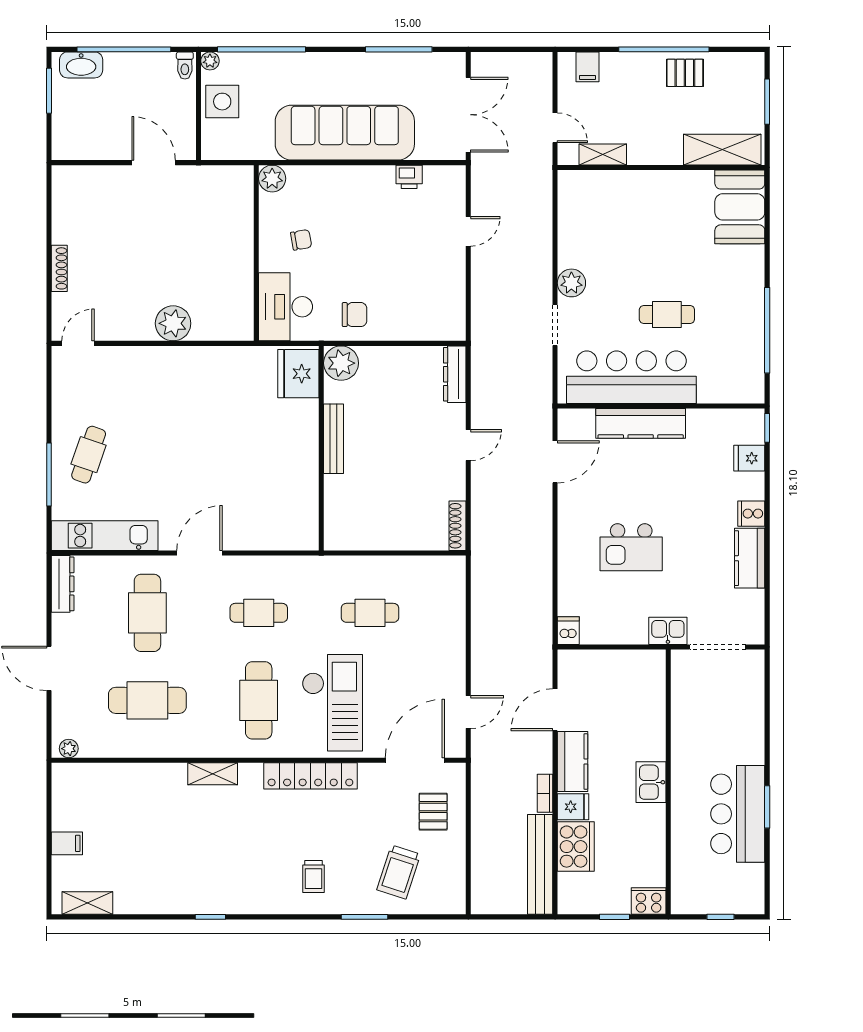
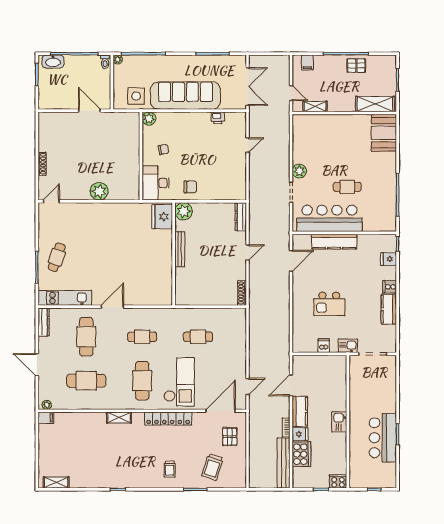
side table: (222, 102) -> (136, 96), moved
dishwasher: (568, 631) -> (324, 346), moved
filing cabinet: (67, 843) -> (46, 418), moved

